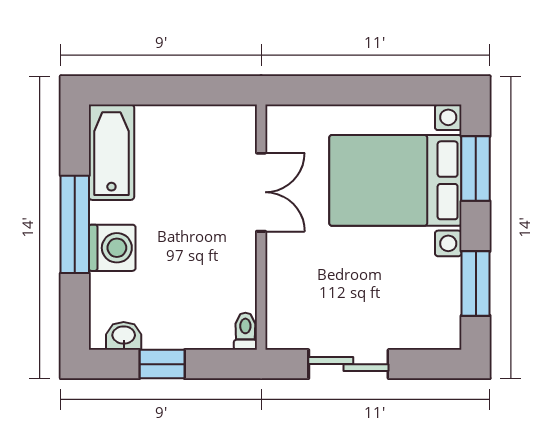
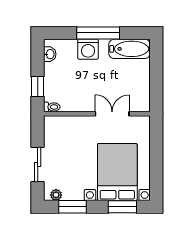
double door: (261, 192) -> (112, 114), swing flipped
plant: (448, 322) -> (56, 195), added
window: (162, 364) -> (38, 87), moved
sliding door: (348, 364) -> (38, 165), moved

